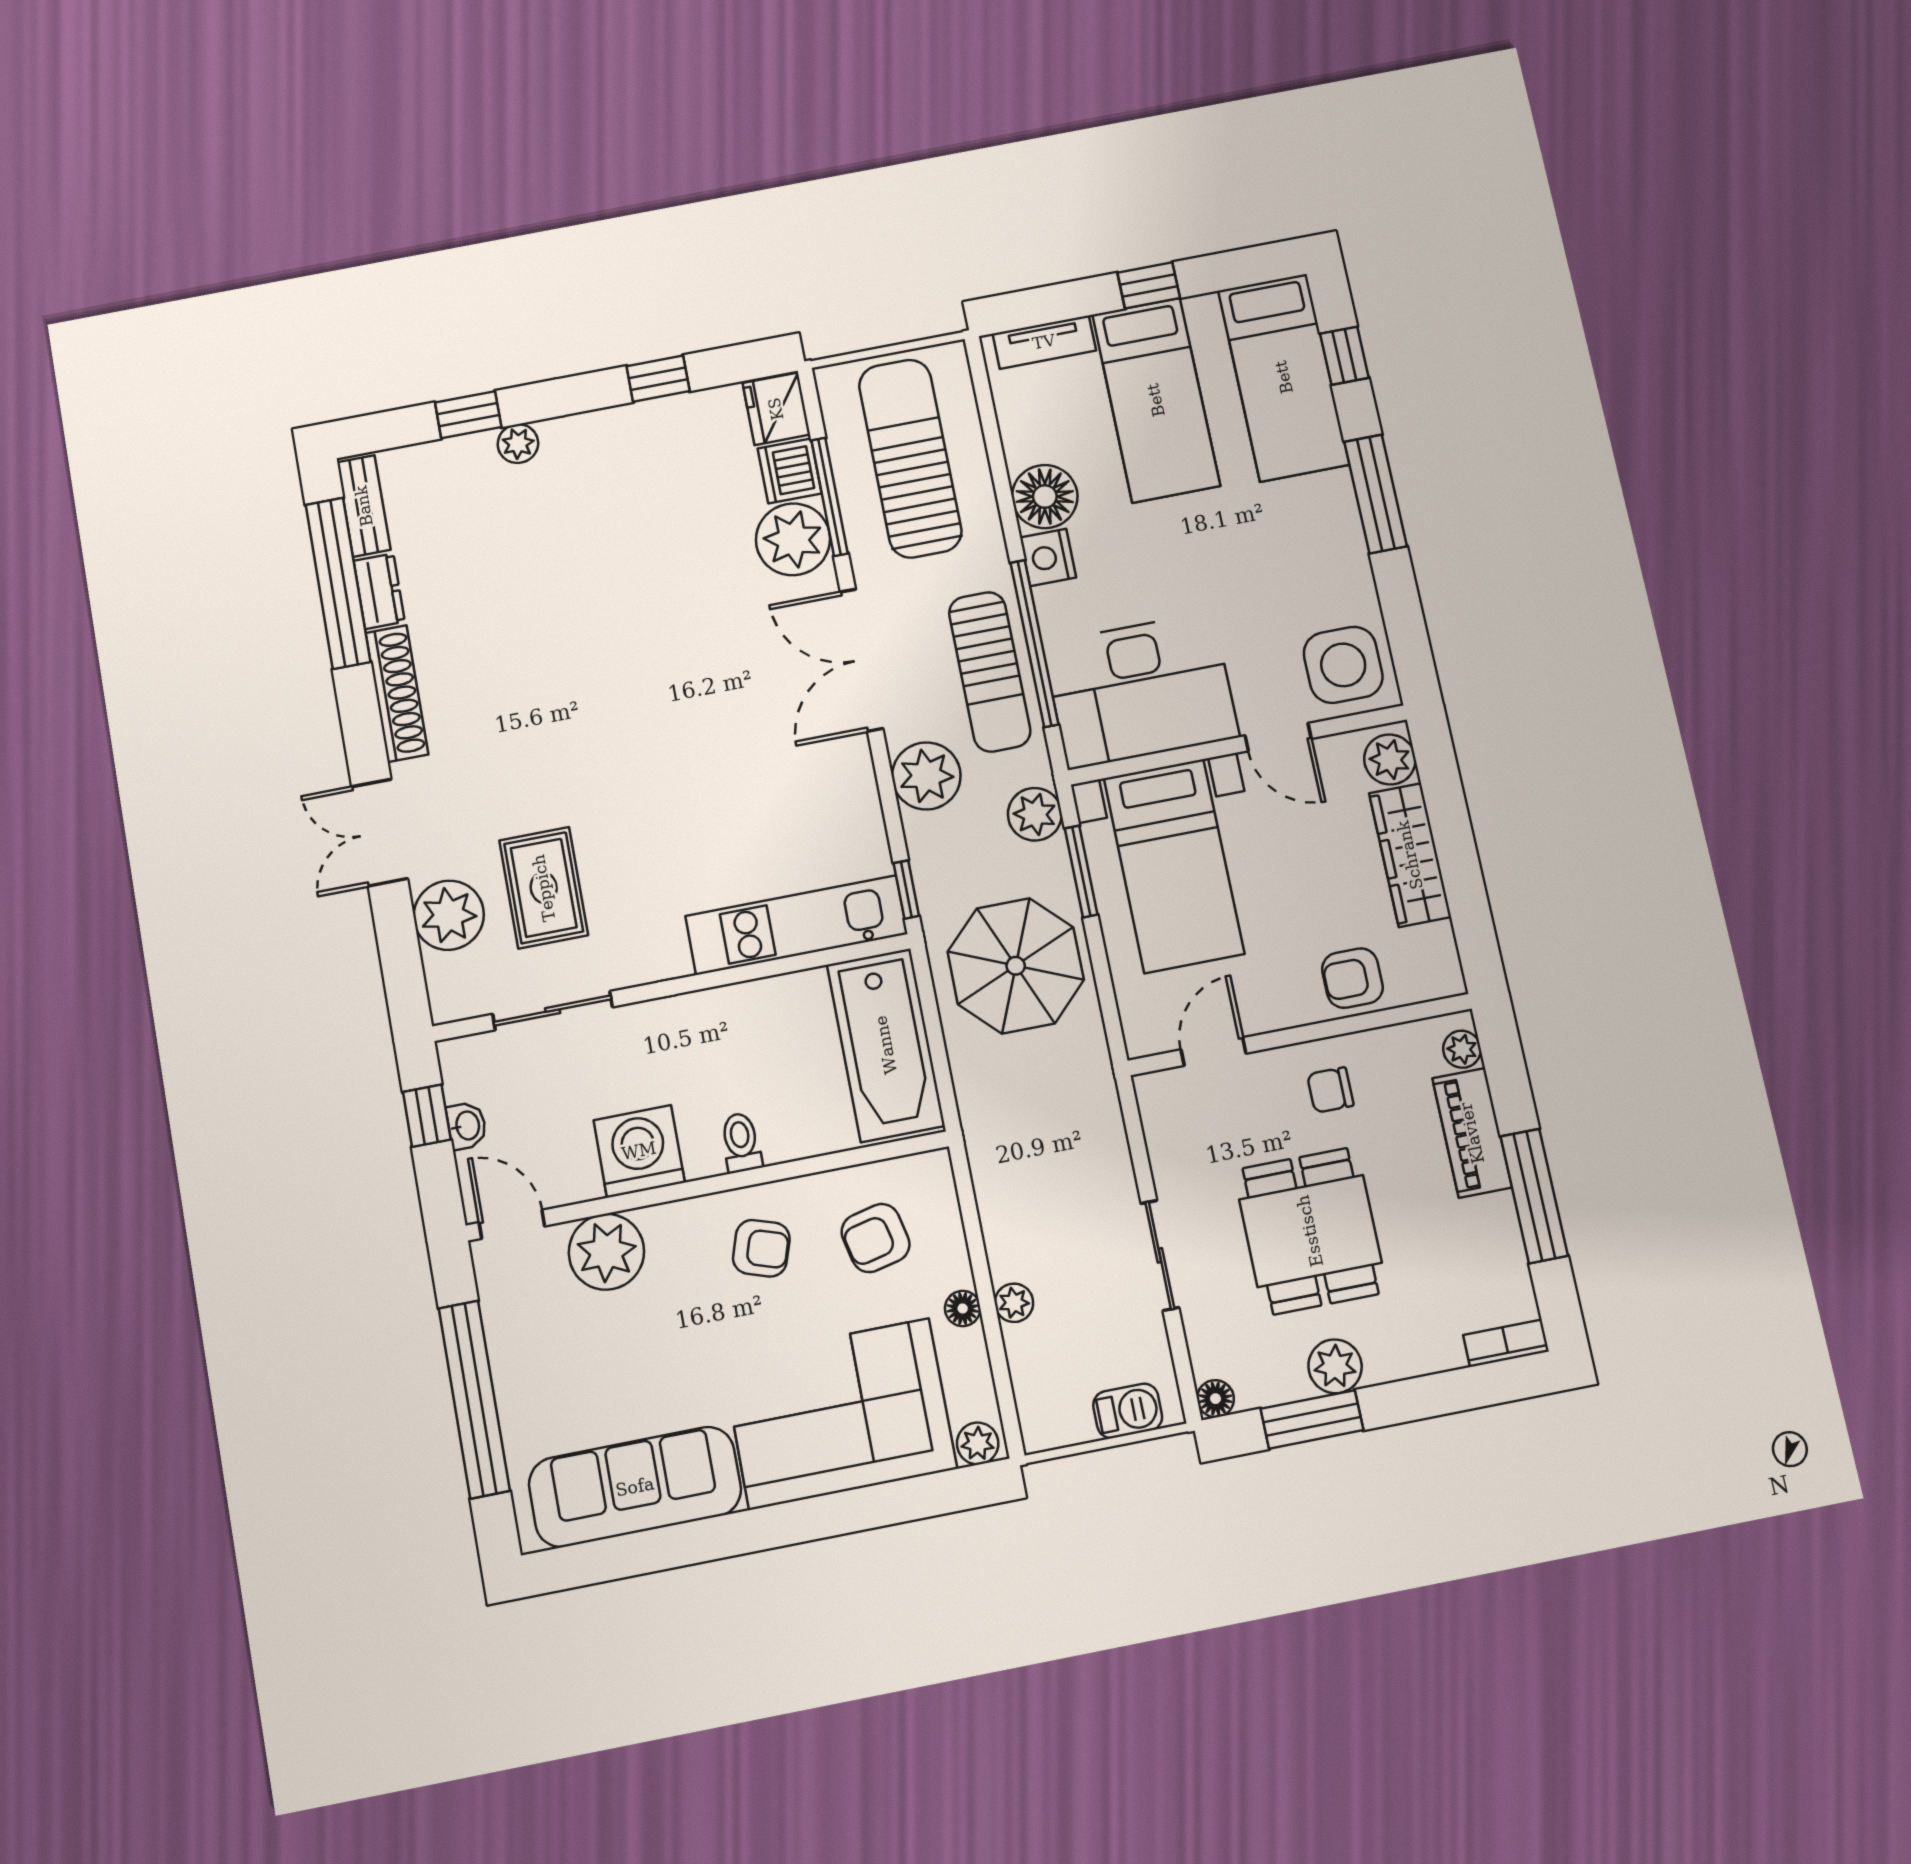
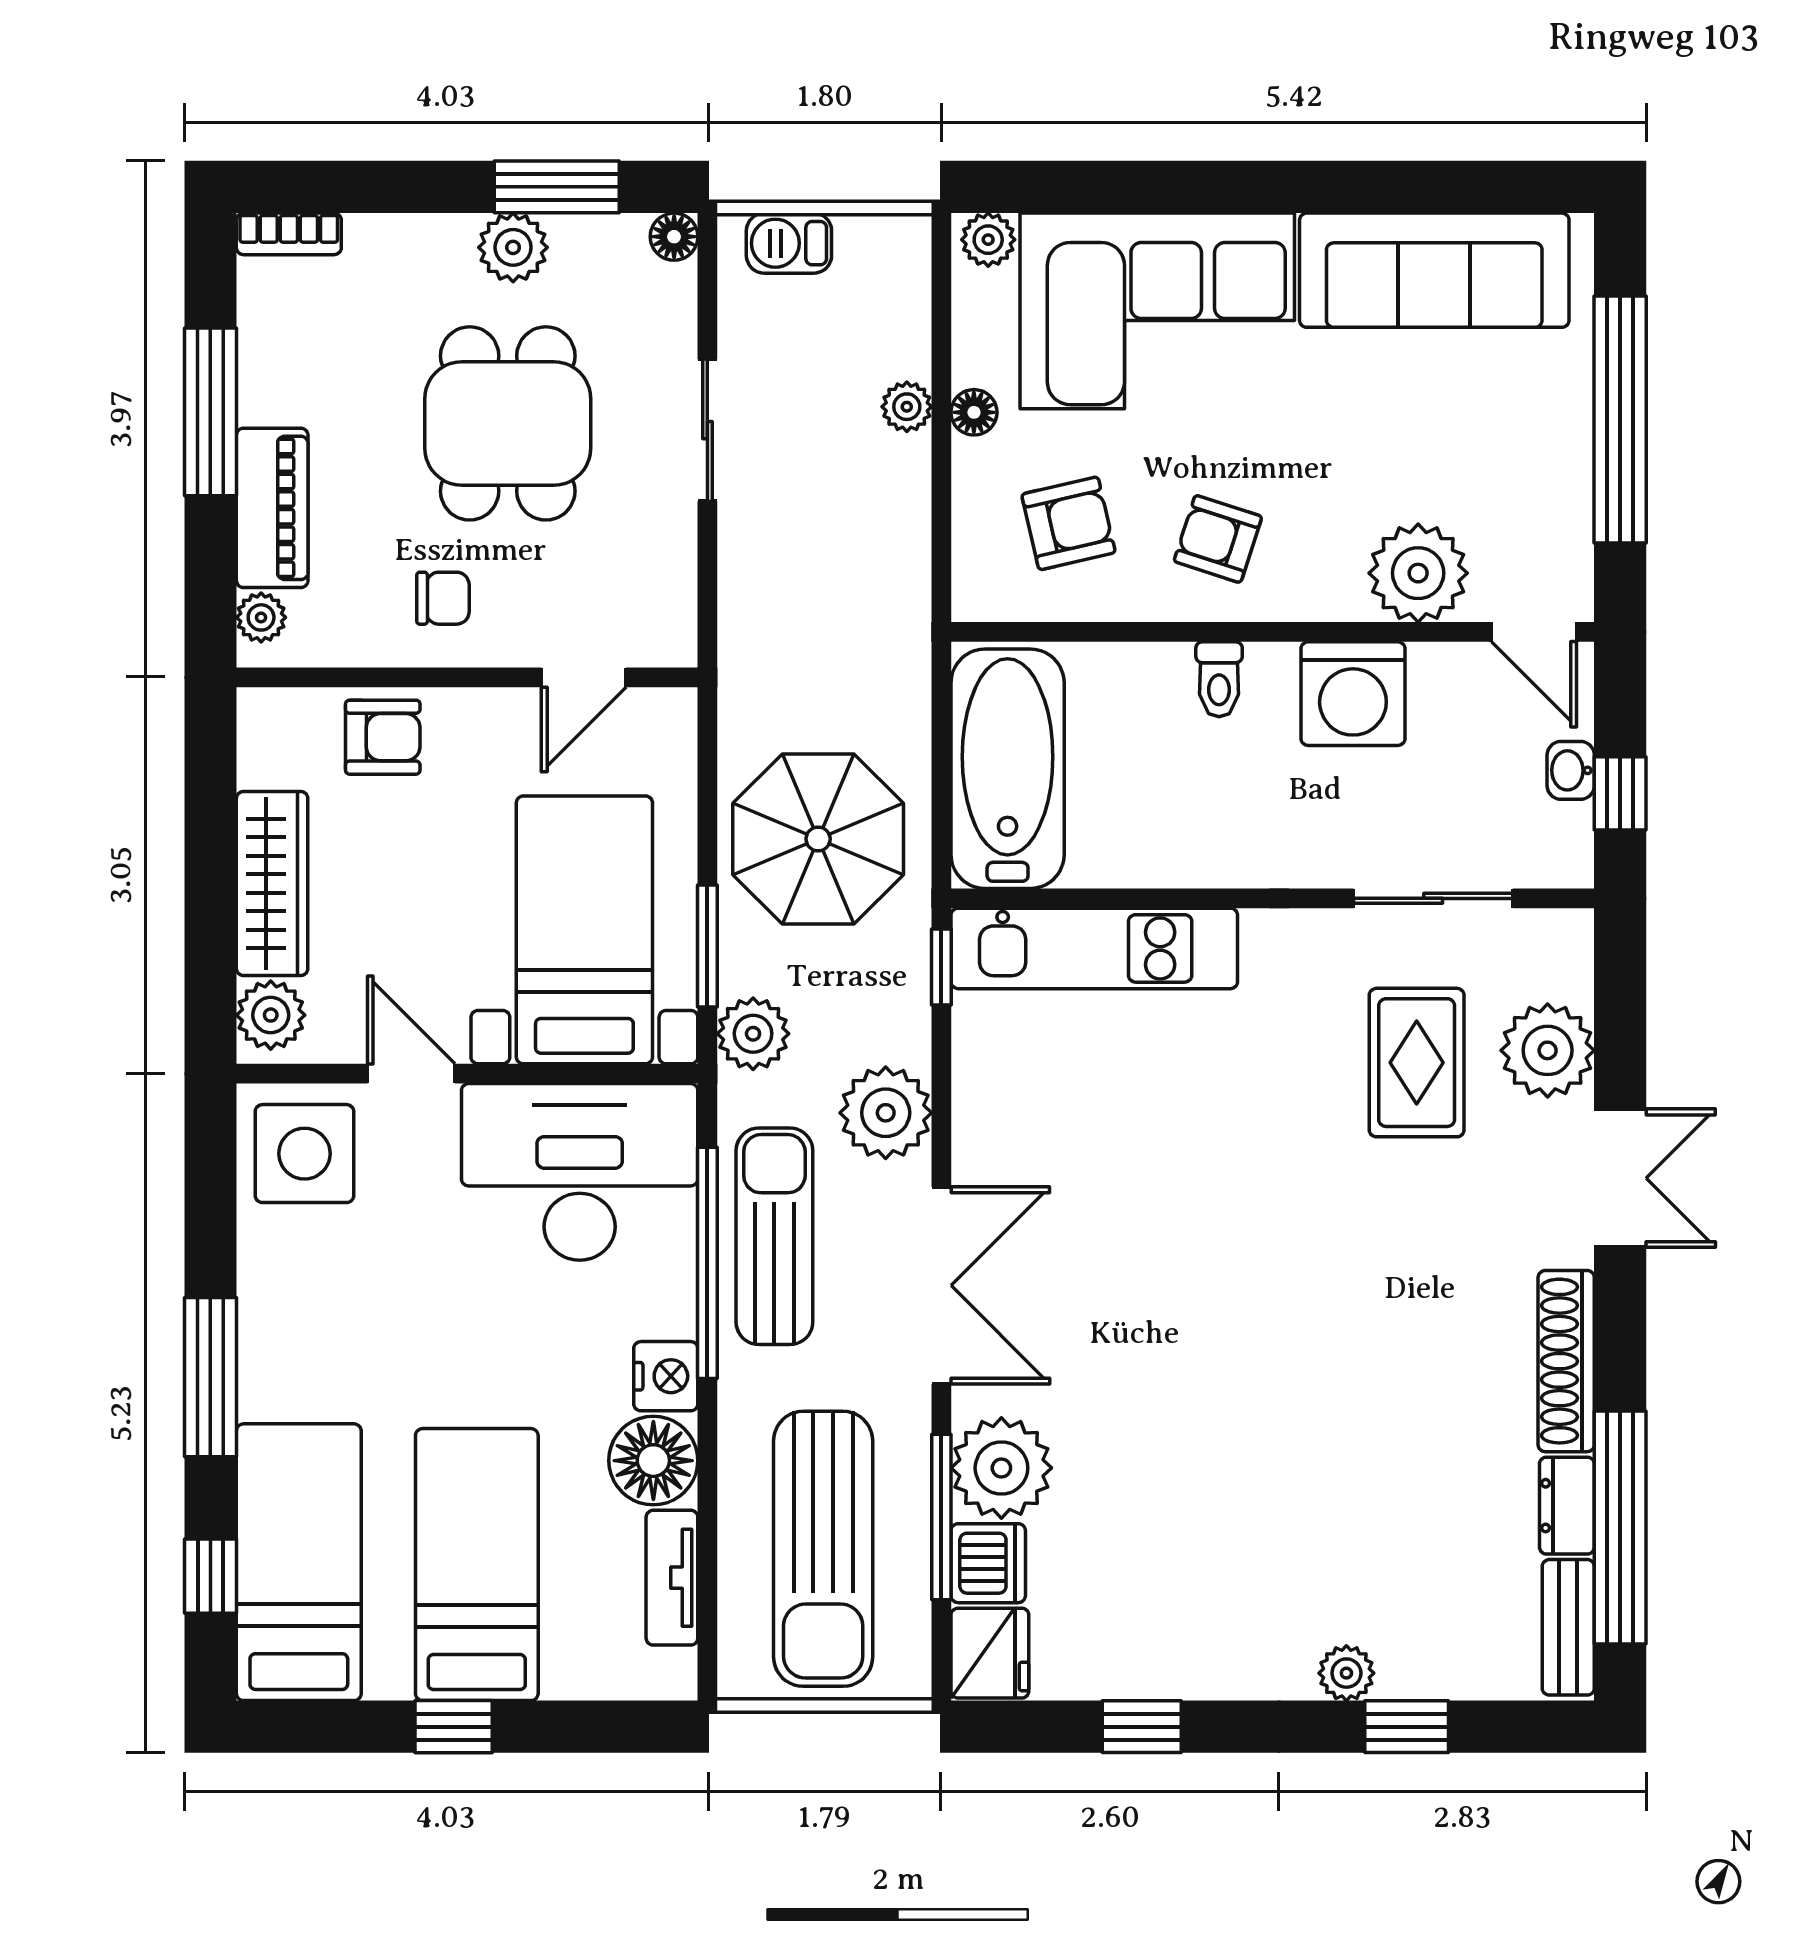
tv unit: (1044, 342) -> (672, 1578), moved, turned -90

